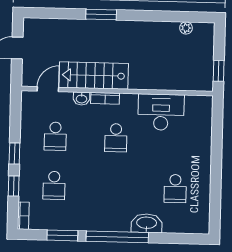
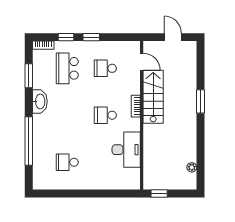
washbasin: (81, 99) -> (135, 88), removed
school desk: (54, 185) -> (67, 68), width x1.85
washbasin: (147, 223) -> (40, 101), moved
window: (117, 237) -> (29, 141), moved

